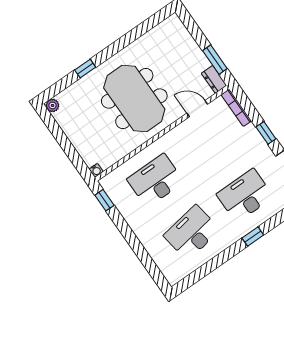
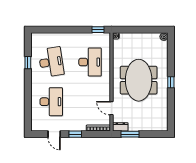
window: (85, 69) -> (171, 82), moved
meeting table: (134, 98) -> (139, 80), turned 90
door: (197, 109) -> (111, 108), swing flipped
window: (253, 236) -> (28, 63), moved

